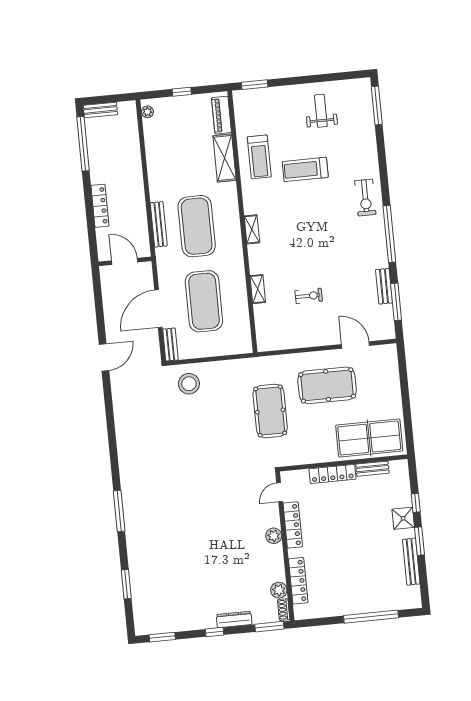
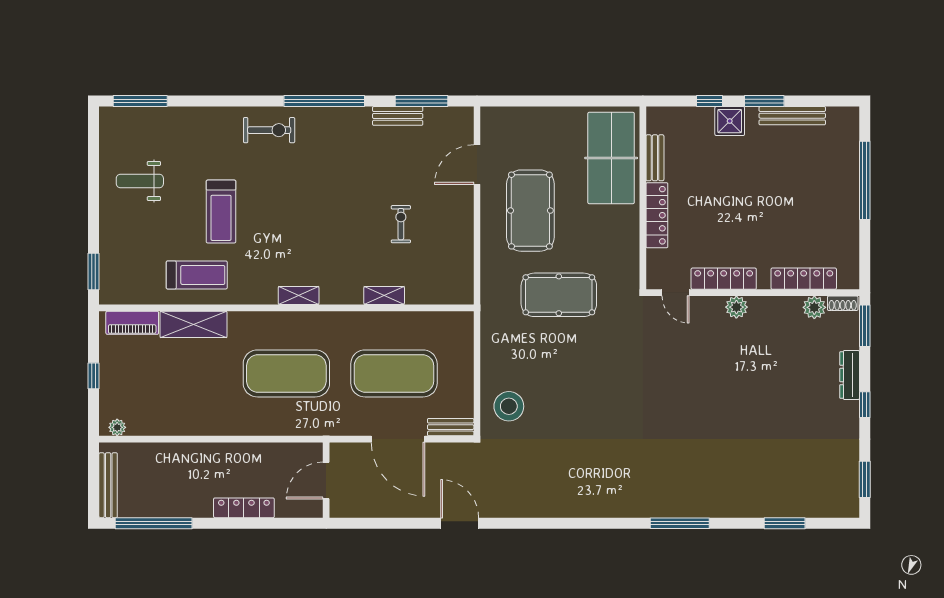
bench: (100, 110) -> (108, 485), width x1.36
bench: (159, 224) -> (278, 427), removed

